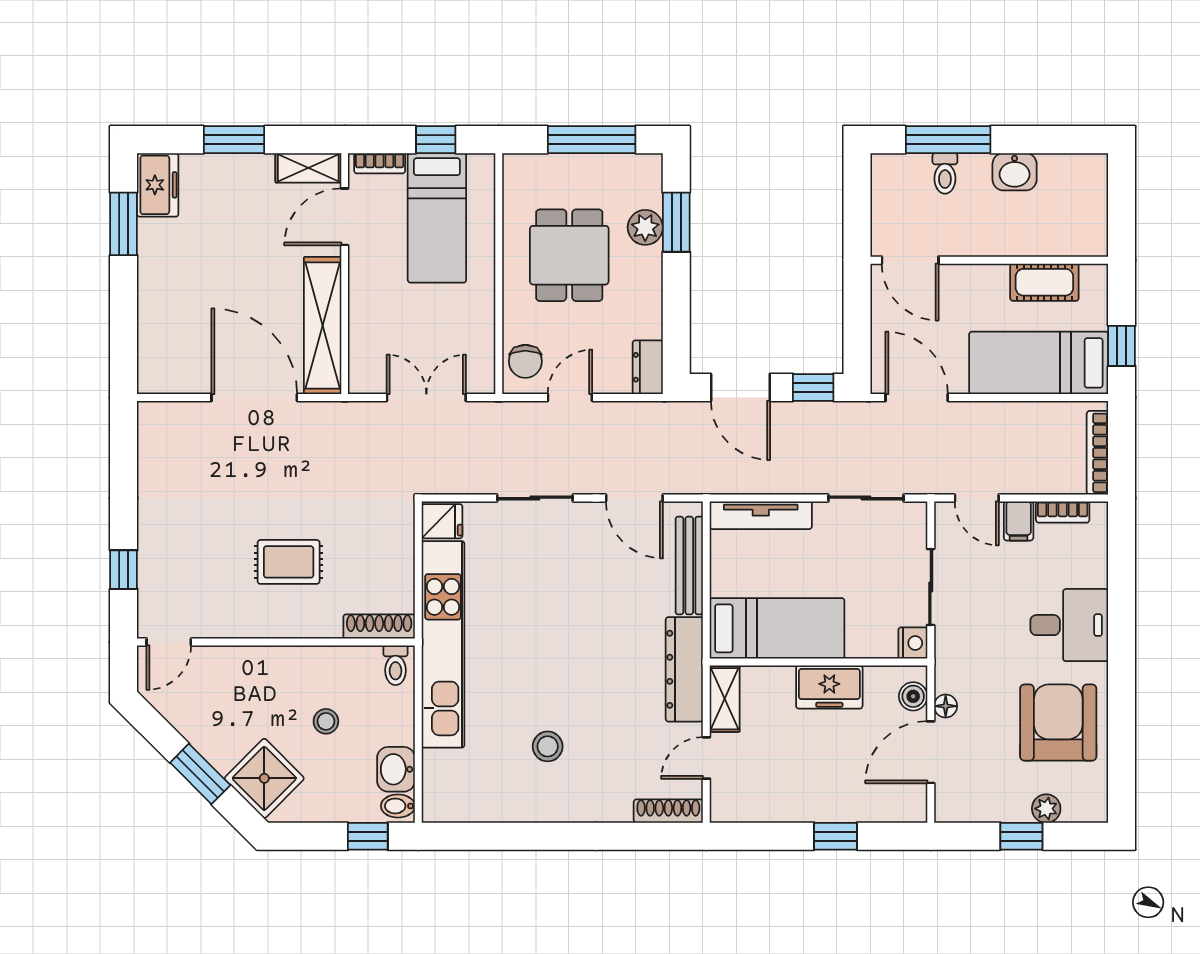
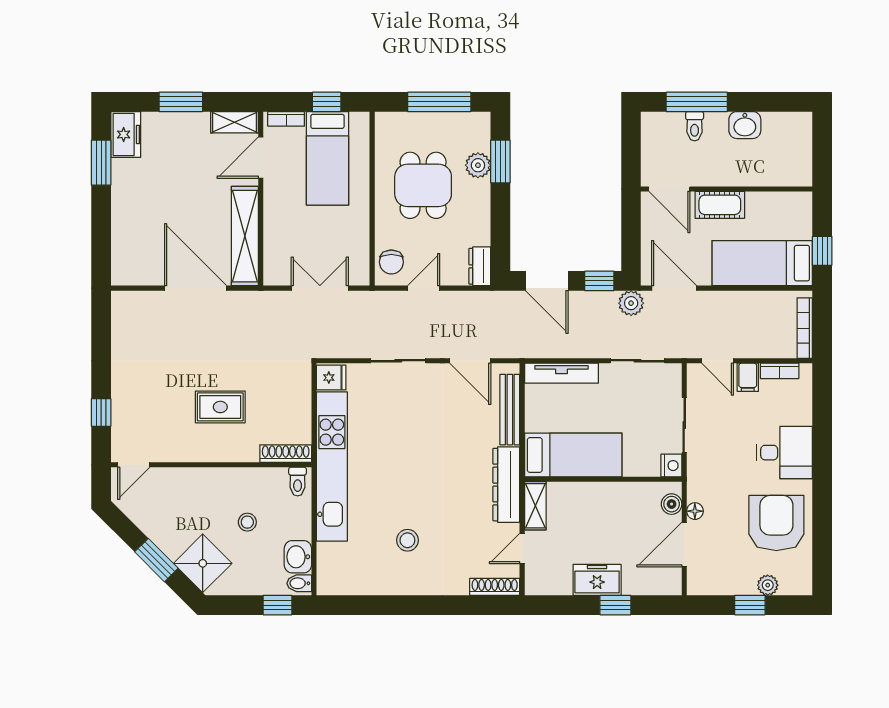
cot: (1044, 282) -> (720, 205), moved
plant: (857, 418) -> (631, 303), added
freezer: (829, 687) -> (597, 580), moved, turned 180

